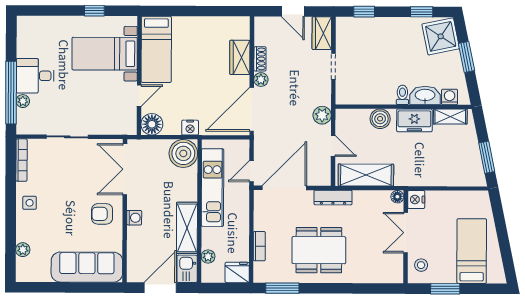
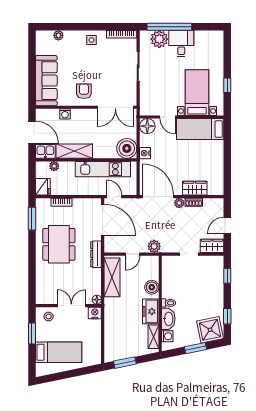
plant: (23, 101) -> (159, 39), width x1.88, depth x1.88
double door: (125, 169) -> (115, 107), swing flipped
washing machine: (134, 218) -> (65, 114), moved

